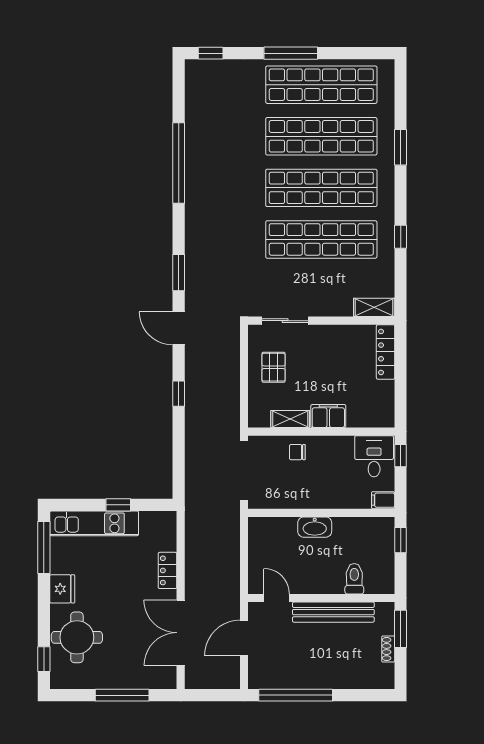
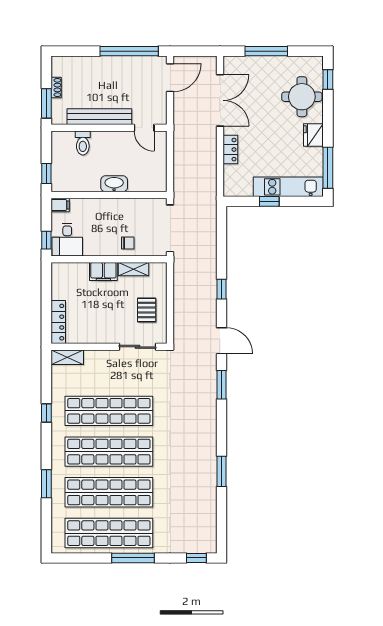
window: (179, 163) -> (222, 471), width x0.47
door: (244, 638) -> (170, 78), moved

